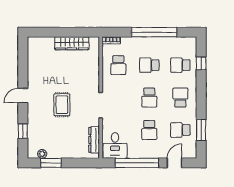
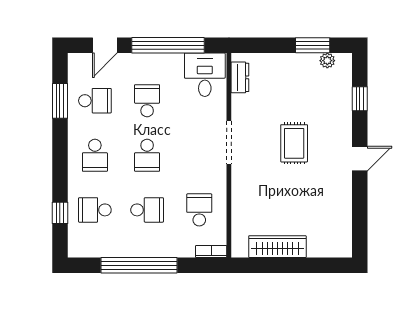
school desk: (180, 65) -> (95, 210), turned 180
school desk: (149, 98) -> (147, 155), turned 180
dresser: (94, 140) -> (240, 77), width x0.70

